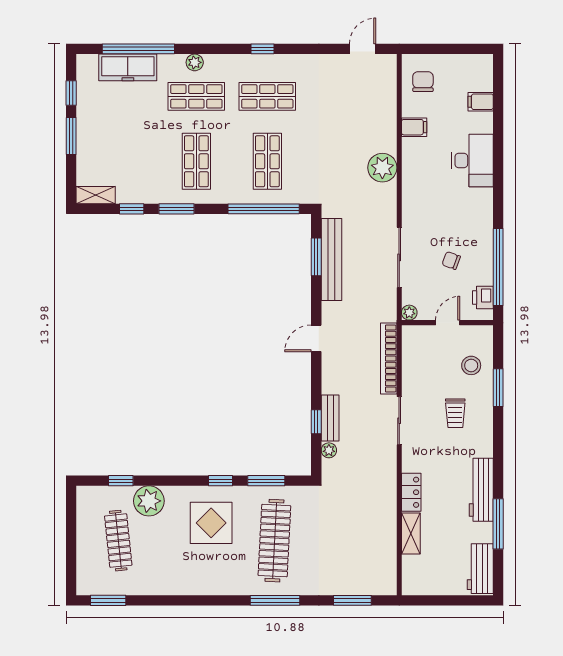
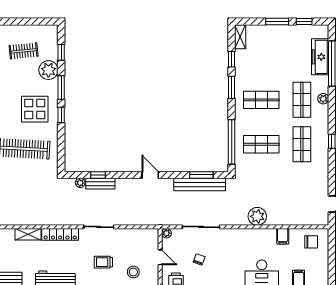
bookcase: (389, 359) -> (138, 220), removed
window: (266, 481) -> (61, 88), moved
locker: (411, 492) -> (60, 234), width x1.53
clothes rail: (118, 541) -> (24, 51), width x0.73

